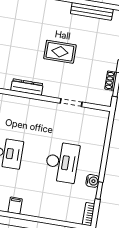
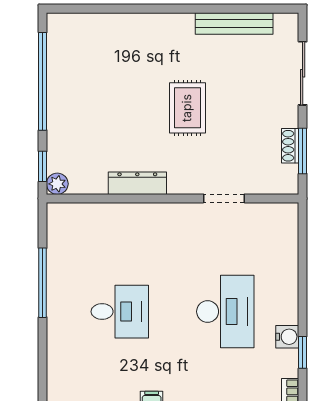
rug: (60, 52) -> (187, 108), turned 90

